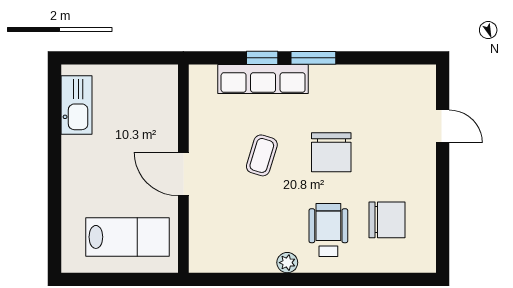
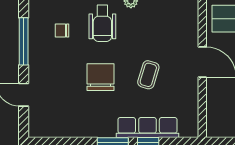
window: (443, 204) -> (24, 41), added
chair: (387, 220) -> (62, 30), width x0.54, depth x0.54

